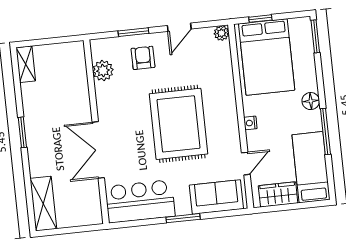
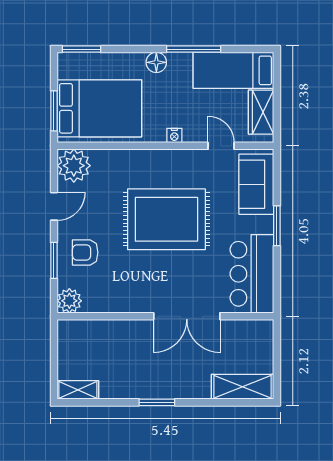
window: (260, 19) -> (54, 111), width x1.50
door: (179, 27) -> (54, 206), hinge flipped
plant: (222, 33) -> (74, 166), width x1.87, depth x1.87
plant: (103, 71) -> (69, 301), moved

